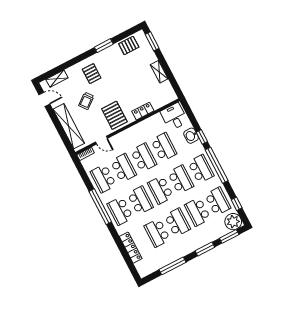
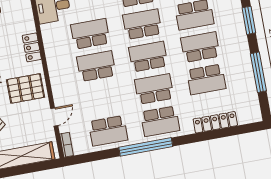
school desk: (123, 168) -> (102, 98), removed
school desk: (160, 190) -> (148, 57), turned 180

